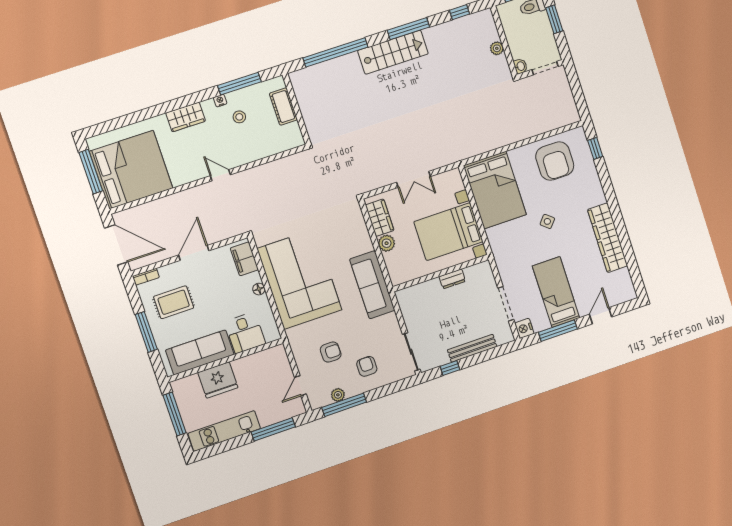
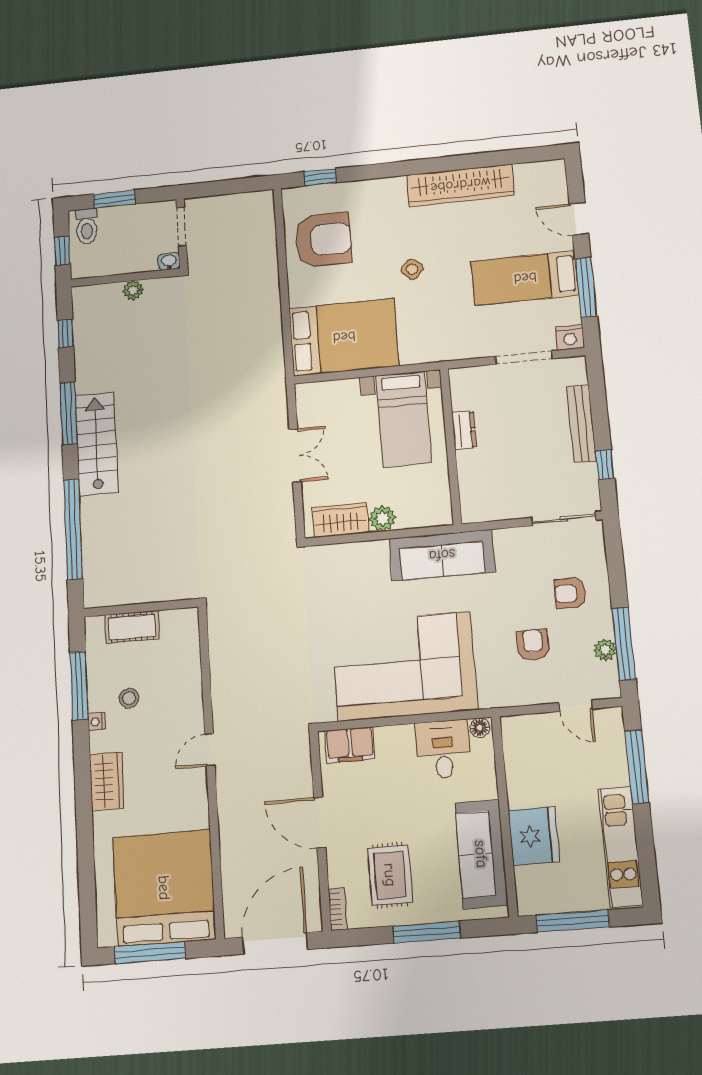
bed with nightstands: (448, 232) -> (404, 419), width x0.73
floor lamp: (259, 289) -> (480, 728), moved
desk: (245, 333) -> (443, 749), moved, turned -90

